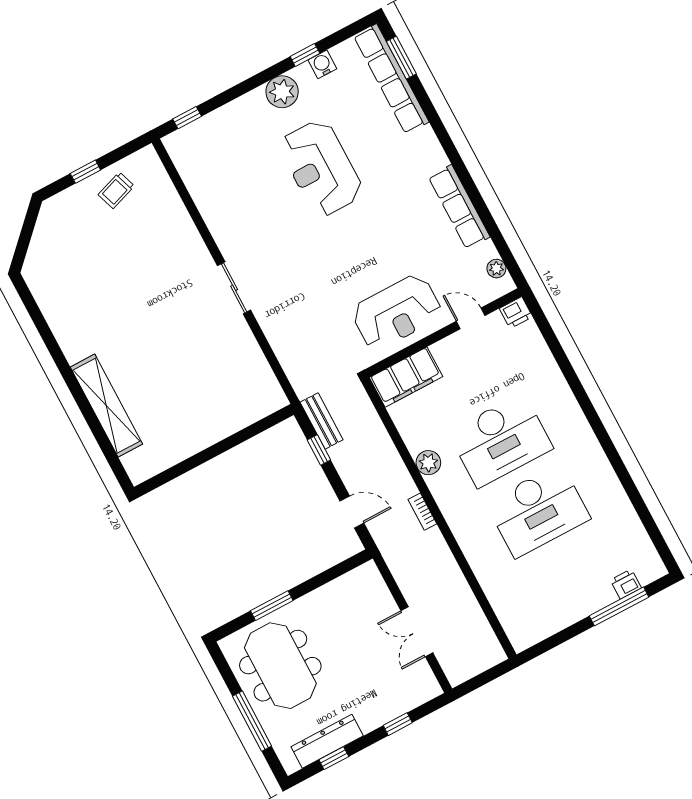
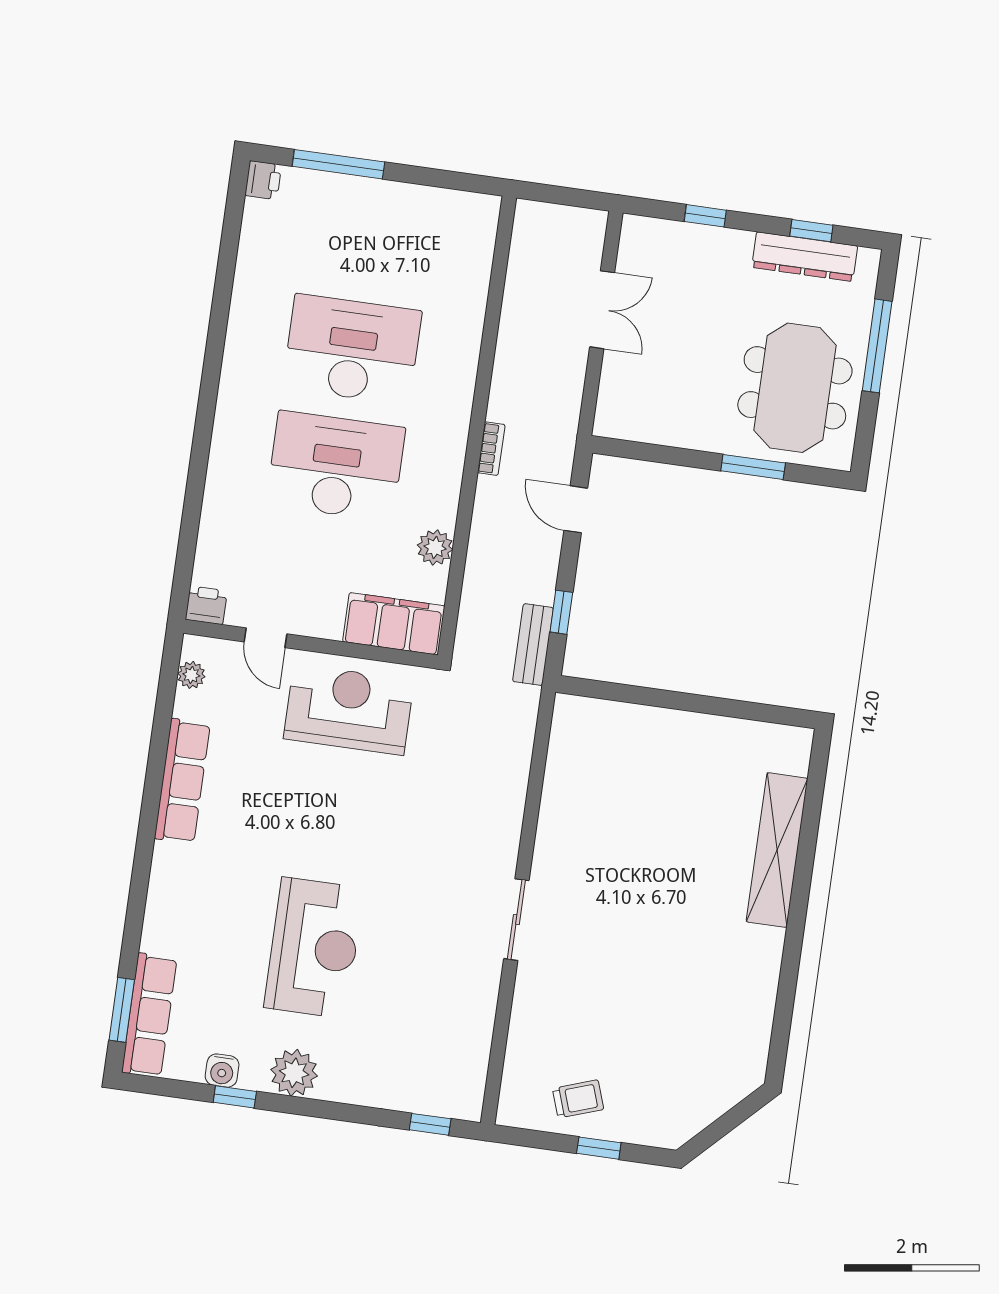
row of seats: (391, 79) -> (149, 1015), width x0.73
sliding door: (234, 288) -> (516, 920), moved
plant: (428, 463) -> (435, 547), moved
printer: (626, 584) -> (263, 180), moved, turned -90

